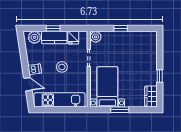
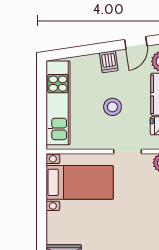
door: (28, 84) -> (136, 43), moved
window: (120, 110) -> (42, 203), removed

